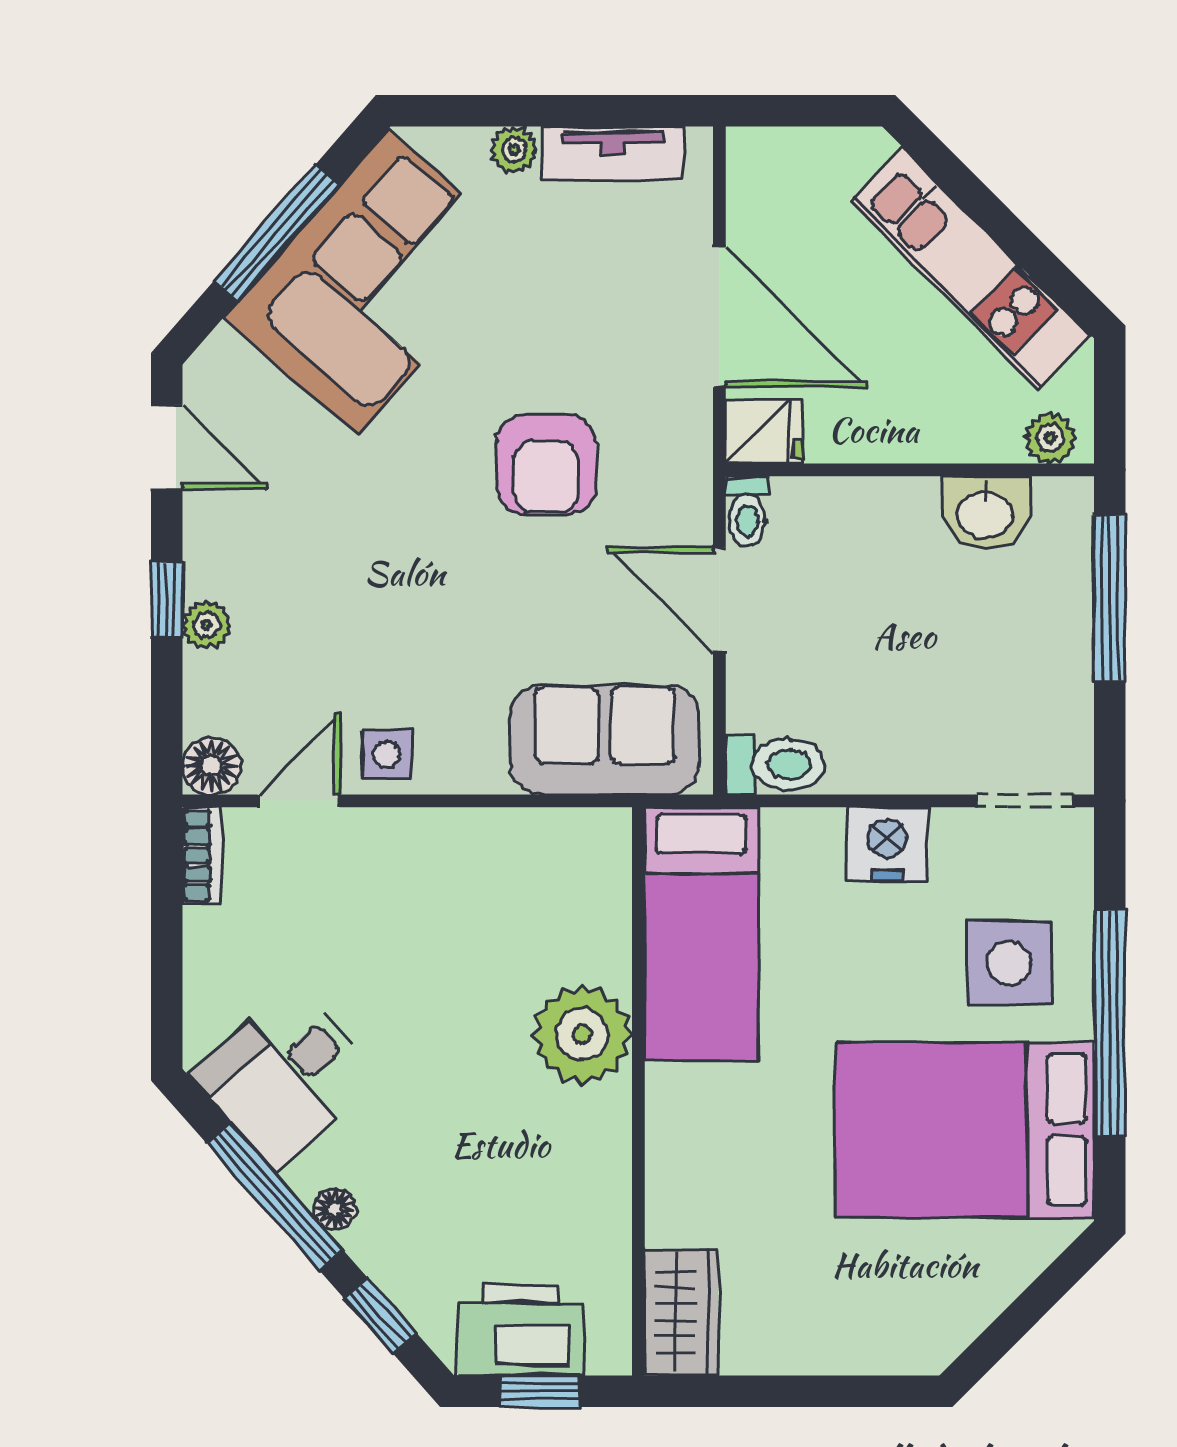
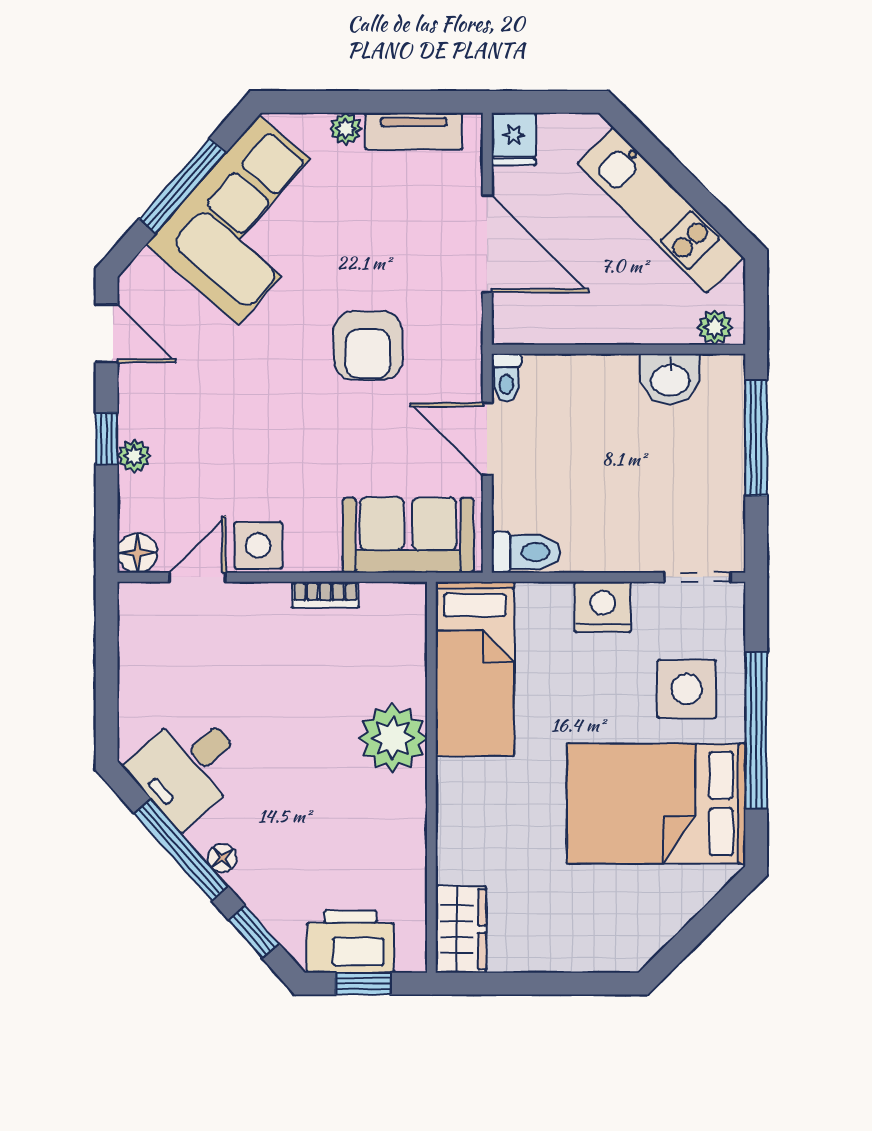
fridge: (764, 432) -> (514, 139), moved, turned 90
side table: (387, 755) -> (258, 545), width x1.37, depth x1.37
bookcase: (202, 856) -> (325, 595), moved, turned 90

